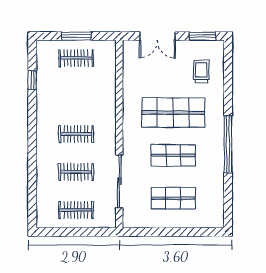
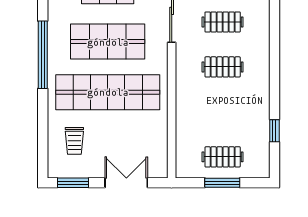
shop shelf: (173, 113) -> (108, 92), width x1.40
shop shelf: (173, 155) -> (108, 42), width x1.43, depth x1.36

